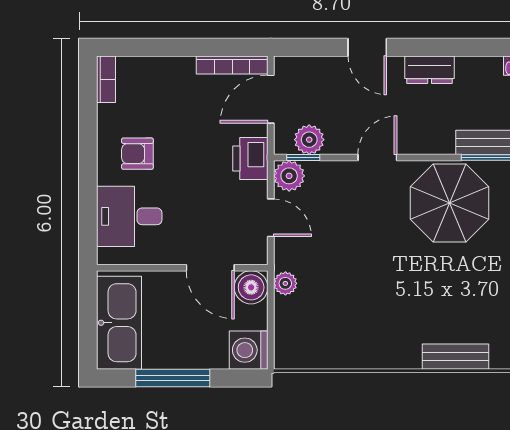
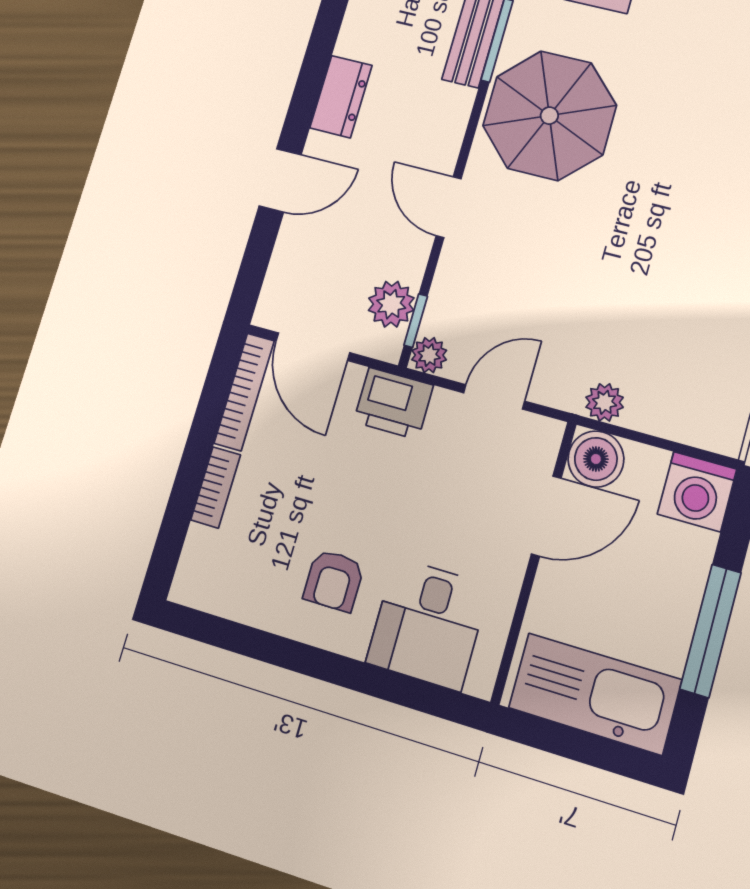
bookcase: (106, 79) -> (216, 487), moved, turned 90
plant: (289, 176) -> (429, 355), width x0.73, depth x0.73

